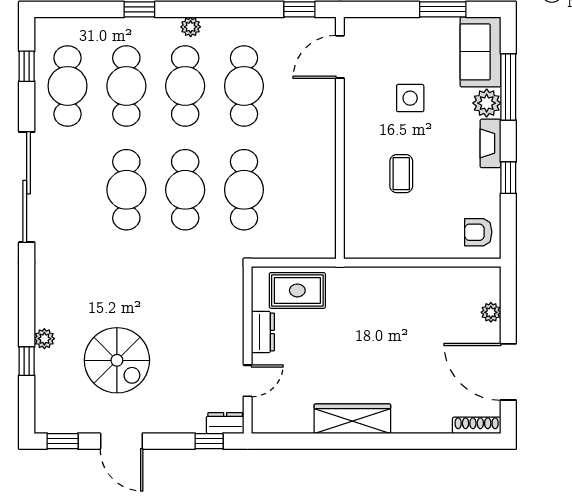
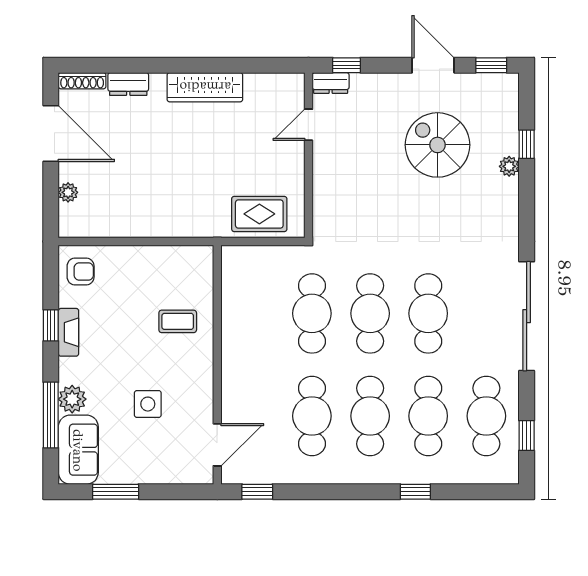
plant: (191, 27) -> (365, 474), removed
fireplace: (490, 143) -> (68, 332), moved
coffee table: (401, 174) -> (178, 321), moved, turned 90
dresser: (263, 332) -> (128, 84), moved, turned -90

